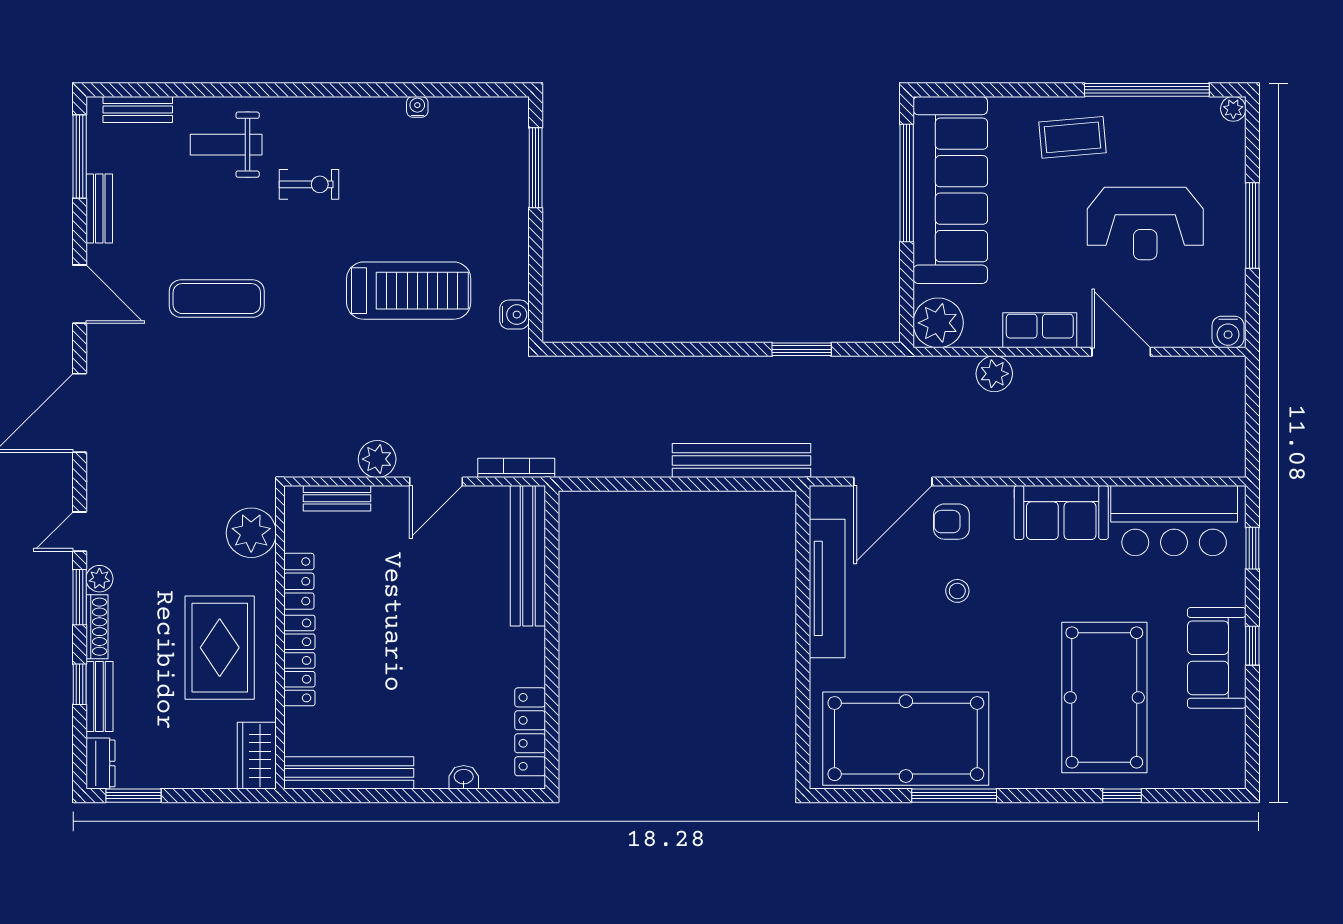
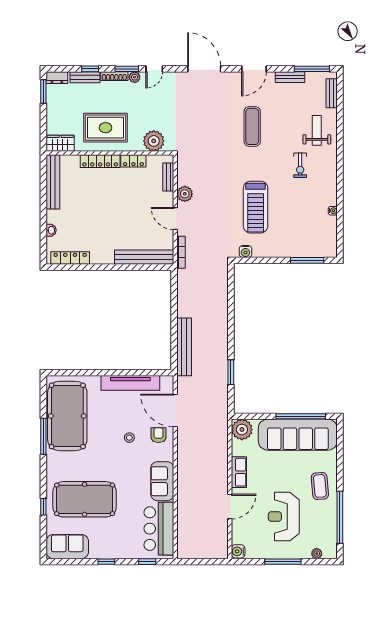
plant: (1233, 109) -> (317, 554), moved
plant: (994, 374) -> (221, 453), removed
door: (80, 532) -> (154, 69), swing flipped
sofa: (1217, 658) -> (67, 547), moved

